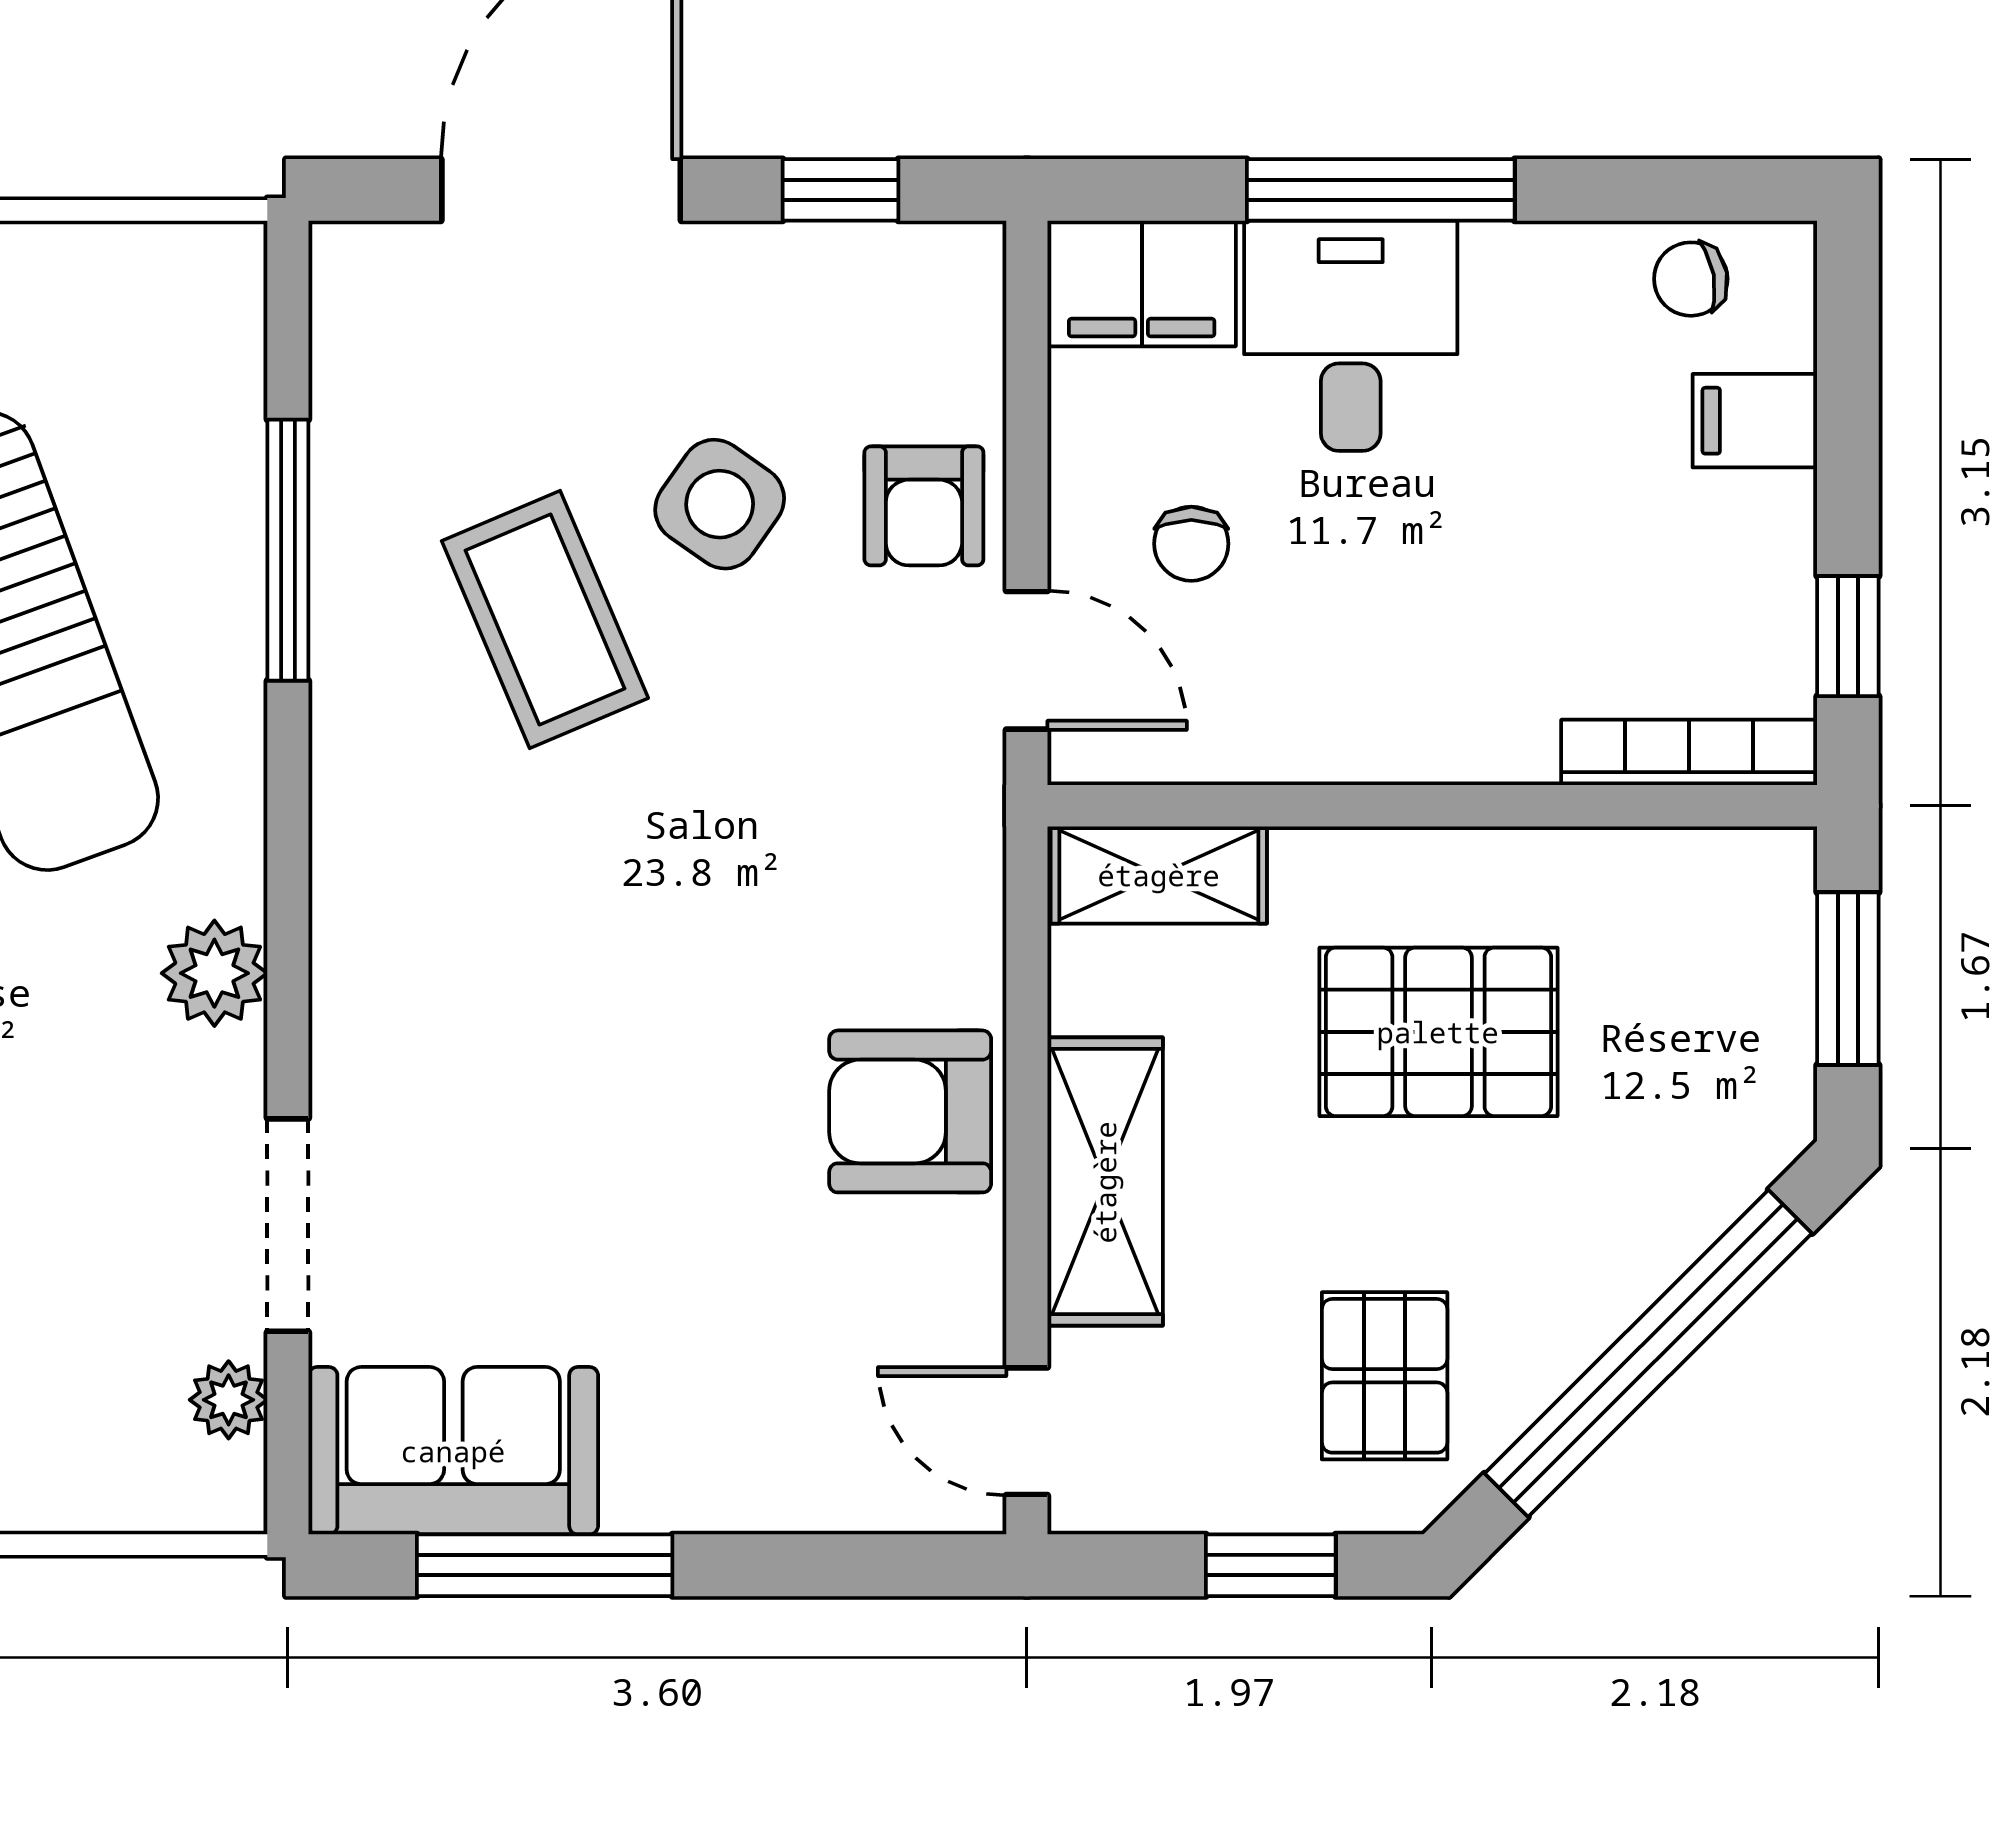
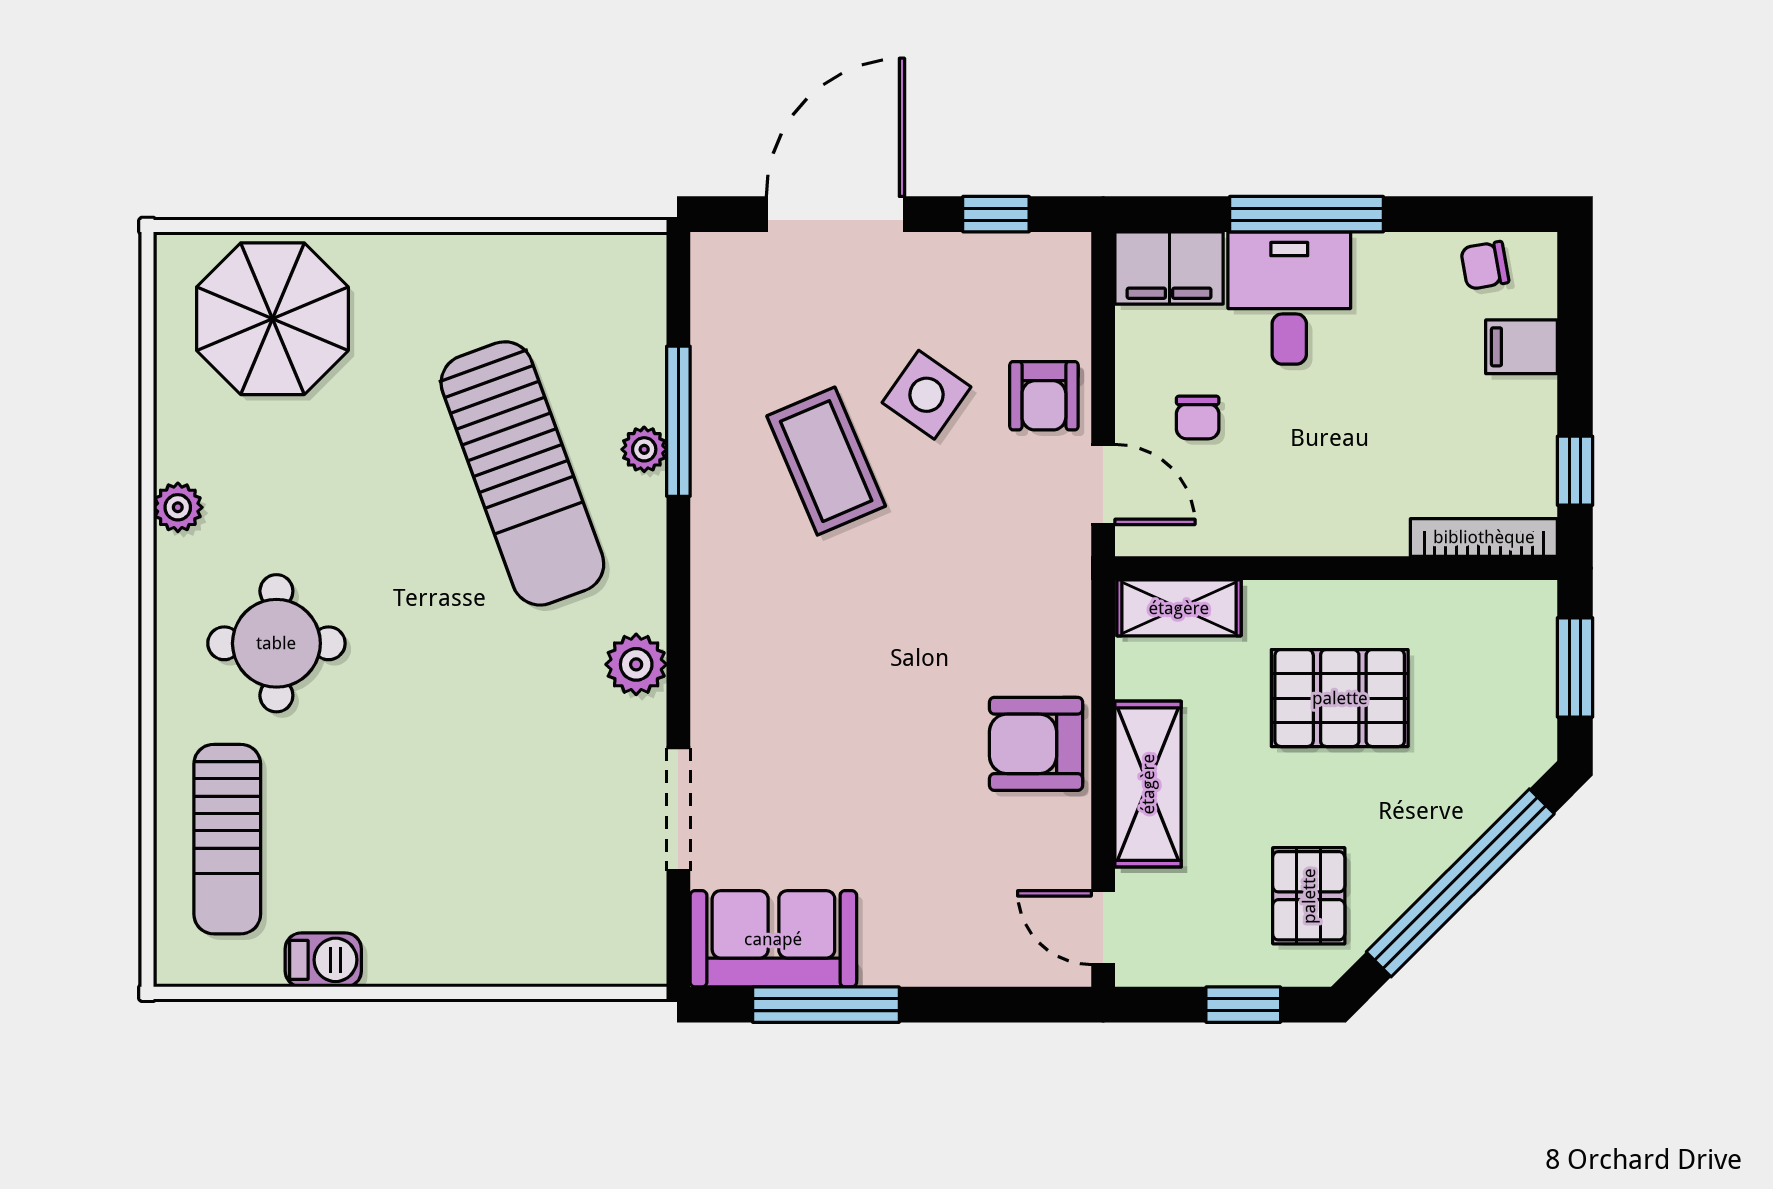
plant: (229, 1400) -> (644, 449), moved

